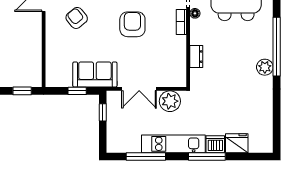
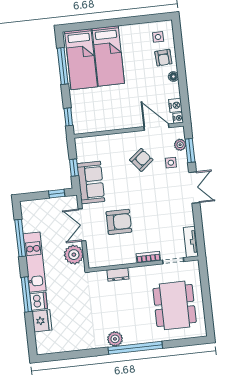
floor lamp: (195, 13) -> (158, 269), removed
armchair: (132, 24) -> (119, 222), moved

